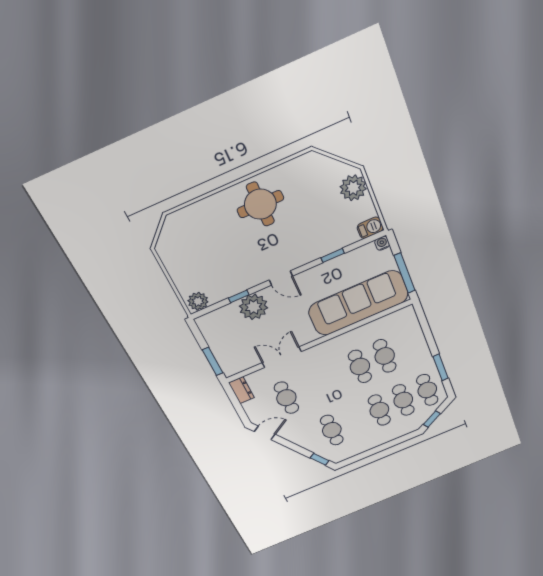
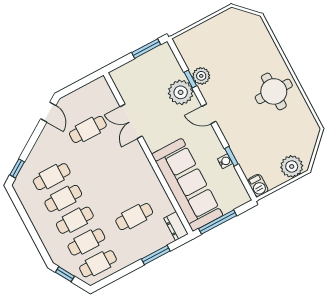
water cooler: (382, 243) -> (225, 161), moved
door: (281, 278) -> (209, 114), hinge flipped
plant: (198, 301) -> (201, 76), moved
double door: (282, 357) -> (131, 121), swing flipped
window: (213, 361) -> (146, 49), moved
cafe table: (360, 367) -> (63, 198), moved
window: (441, 367) -> (156, 255), moved
dresser: (241, 390) -> (176, 226), moved, turned 90

